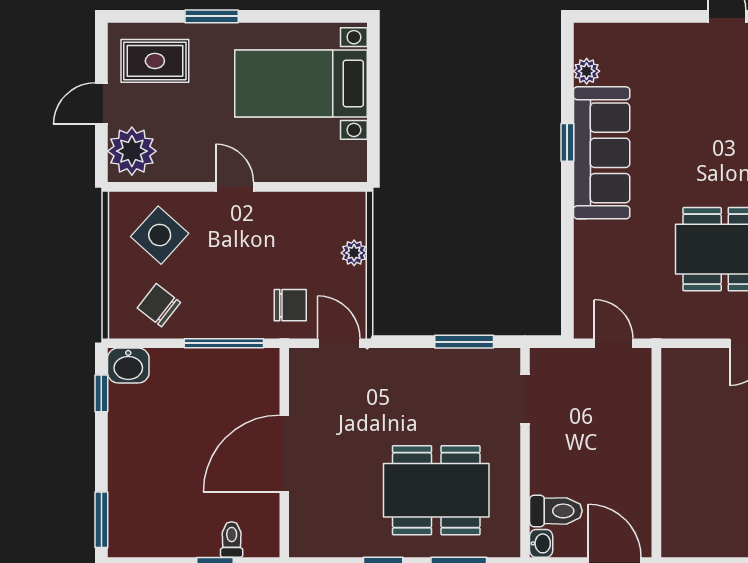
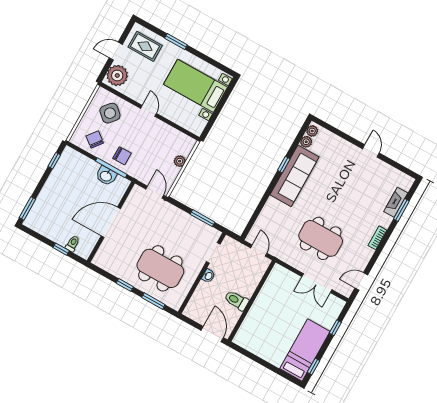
plant: (586, 43) -> (312, 131), added
chair: (290, 305) -> (122, 156), moved
washbasin: (128, 365) -> (106, 176), moved
toilet: (556, 511) -> (237, 300), moved, turned 180
washbasin: (541, 543) -> (208, 276), moved

